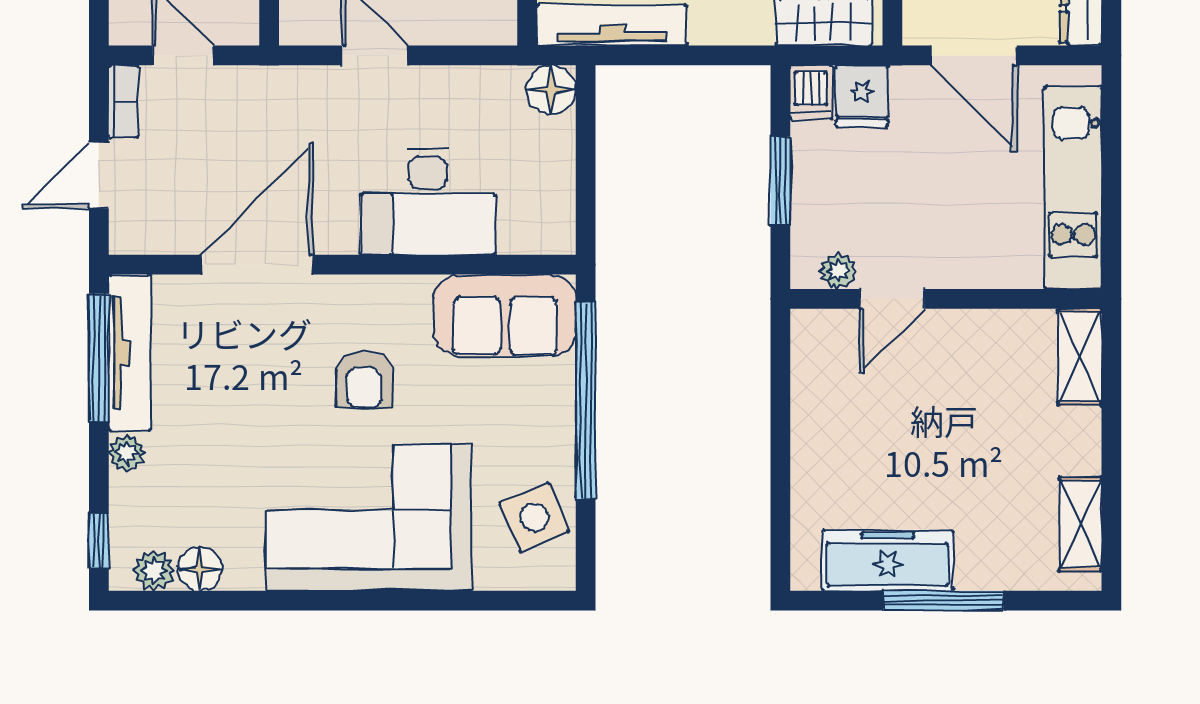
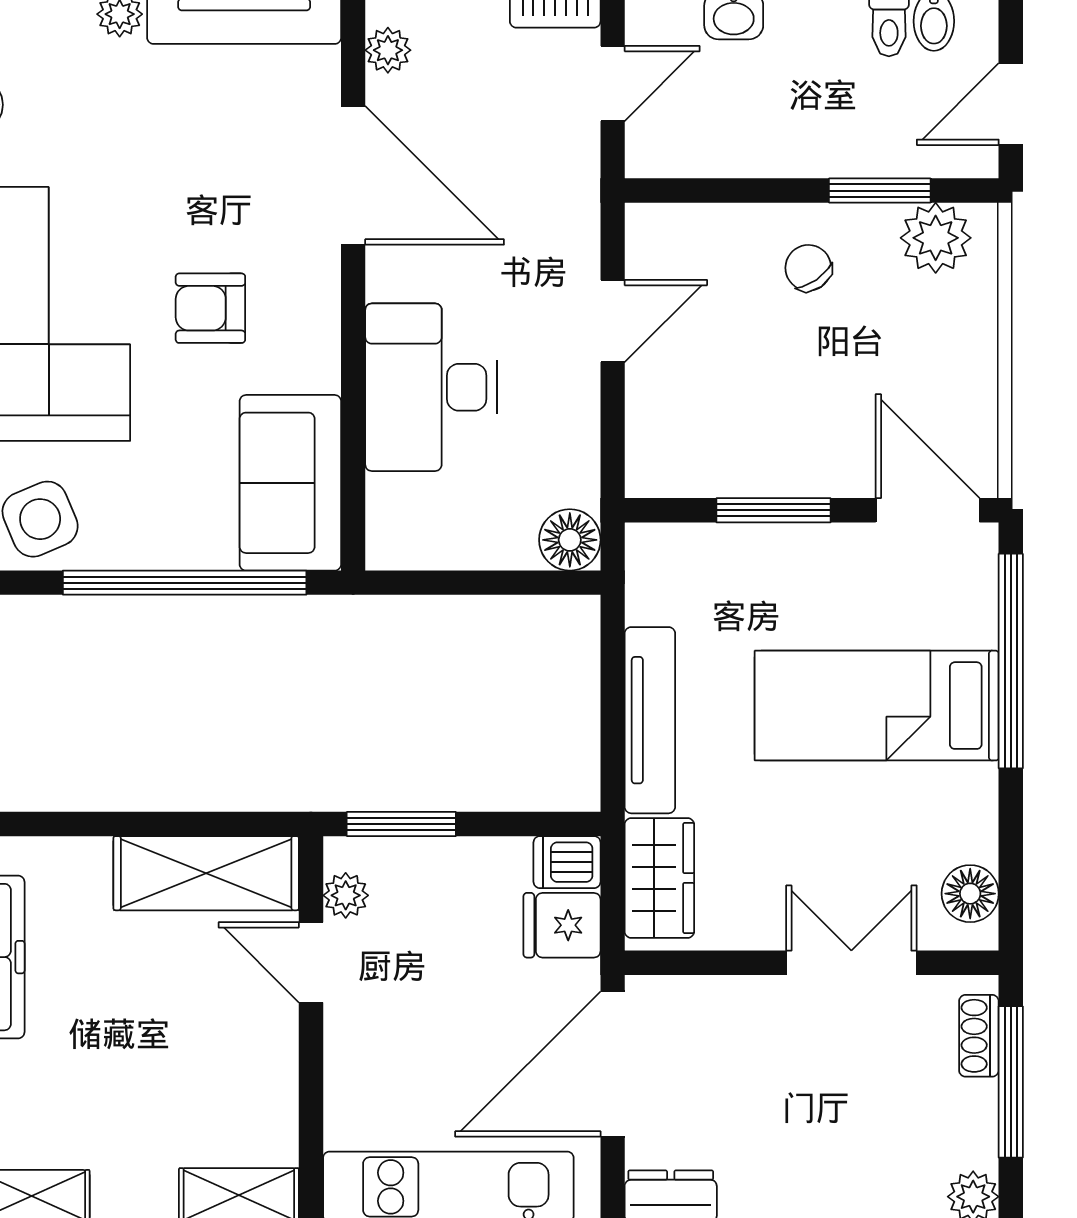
tv unit: (612, 25) -> (650, 720), moved
door: (974, 55) -> (613, 1064), width x1.36
window: (780, 181) -> (401, 824), moved
plant: (156, 237) -> (388, 50), added
shelving: (820, 383) -> (206, 873), added

